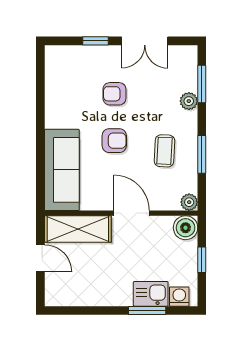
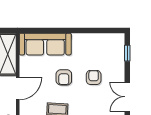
window: (95, 41) -> (127, 53), moved

